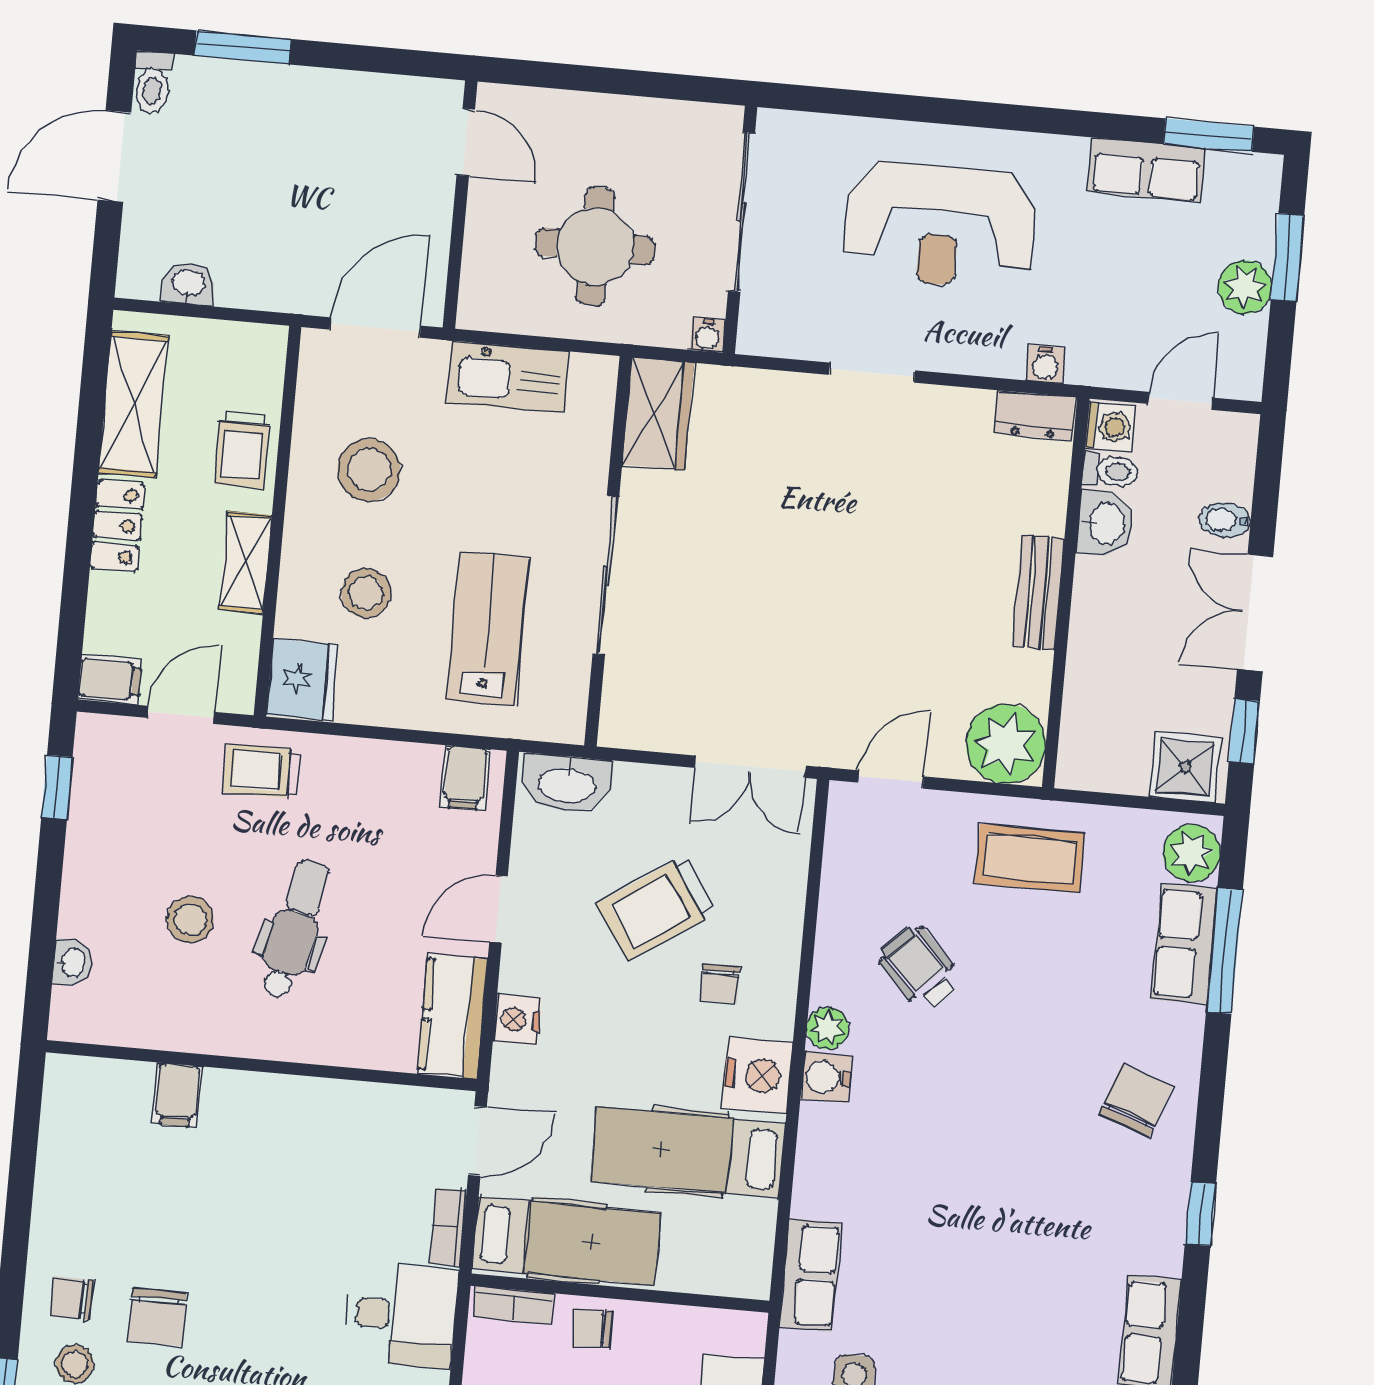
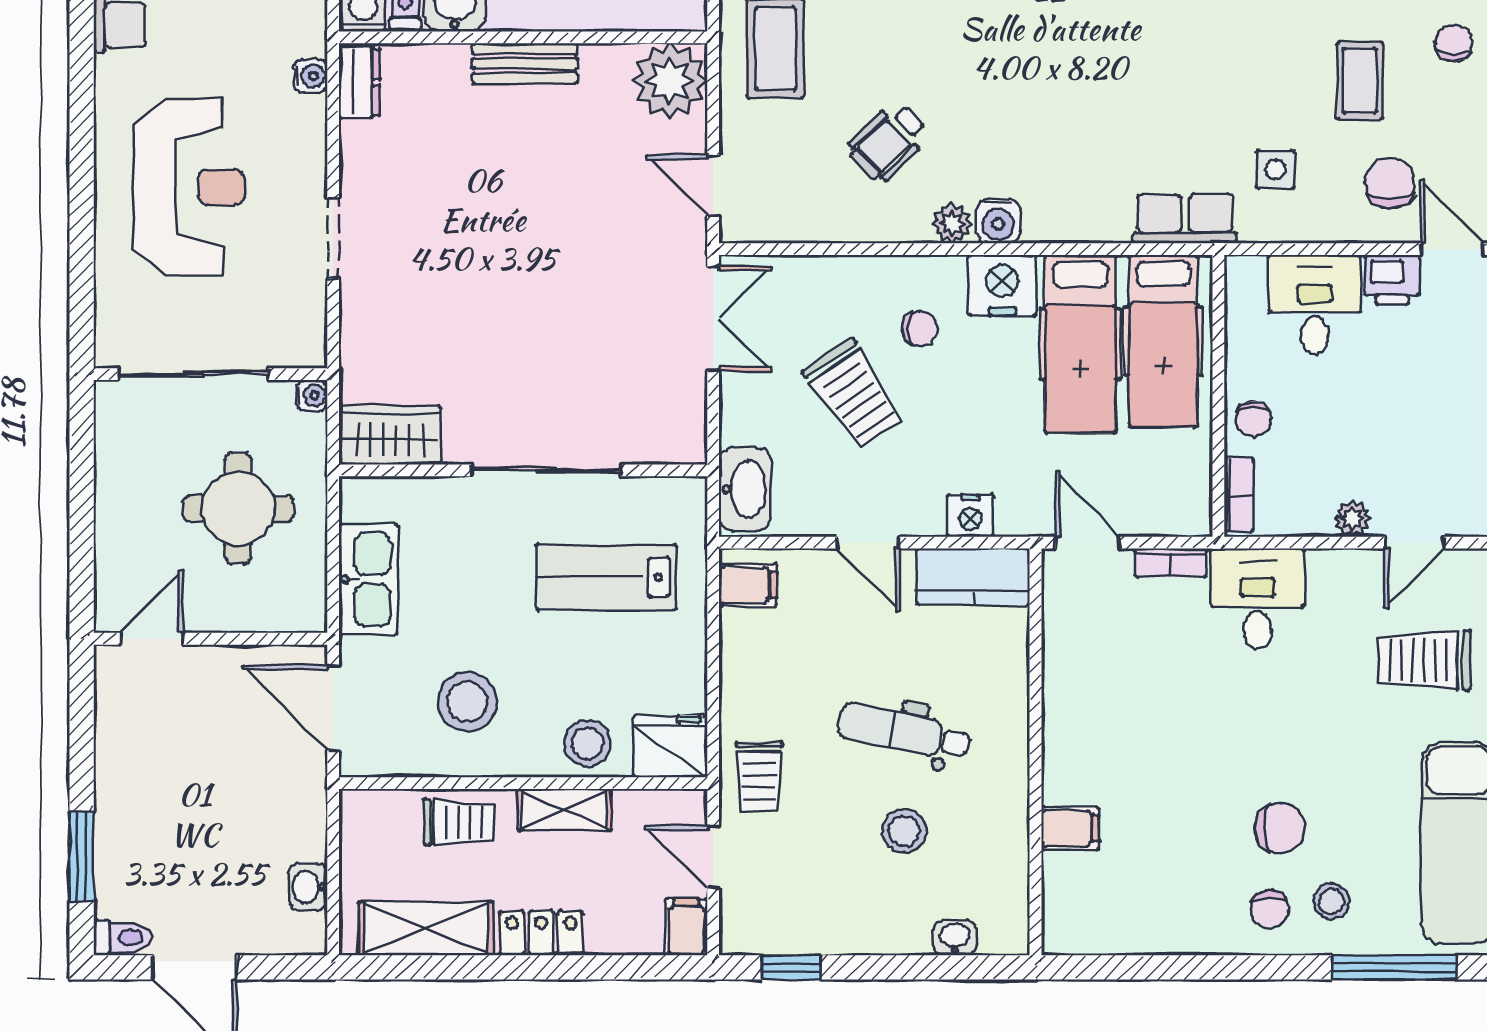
stool: (366, 593) -> (588, 743), moved
hospital bed: (566, 1241) -> (1163, 341), moved, turned 180

